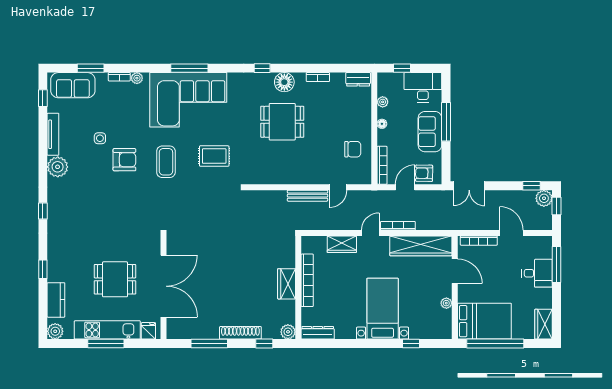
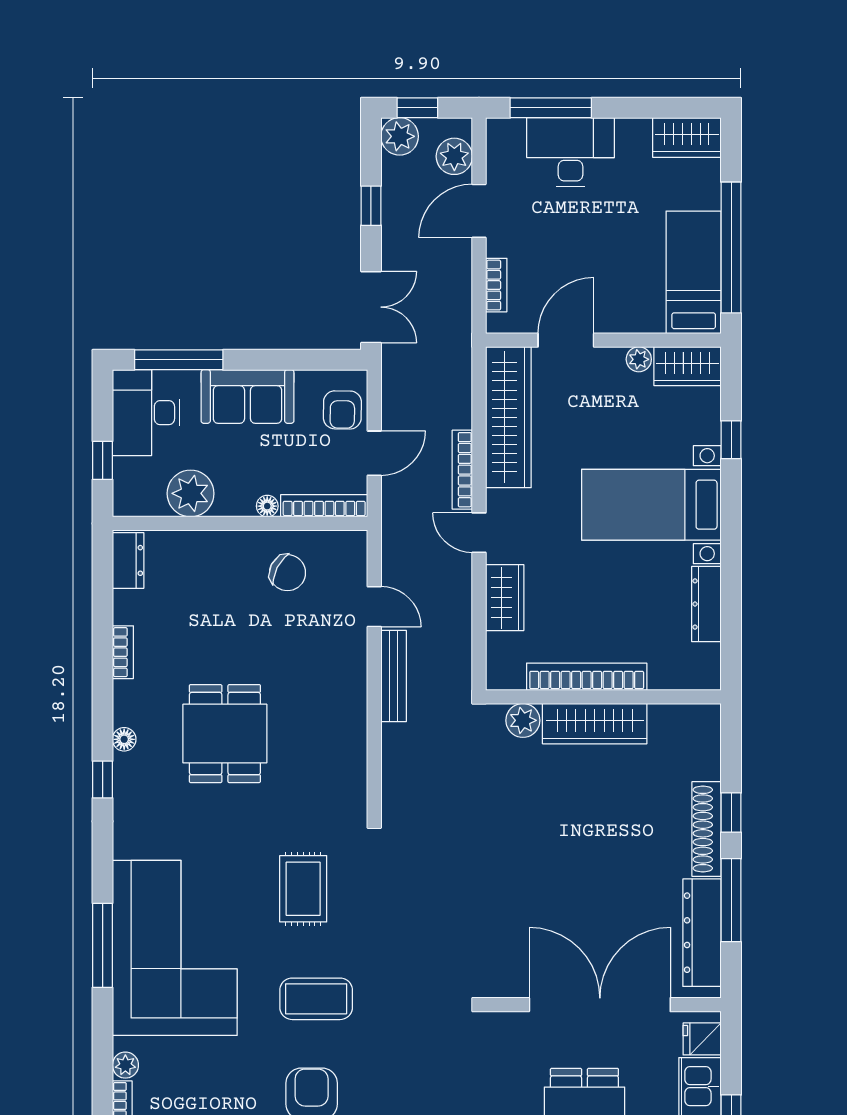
floor lamp: (284, 82) -> (124, 739), width x0.53, depth x0.53
plant: (383, 102) -> (191, 493), width x1.88, depth x1.88
window: (446, 122) -> (179, 360), moved
floor lamp: (382, 124) -> (267, 506), moved
chair: (353, 149) -> (288, 573), turned 117
window: (532, 186) -> (371, 206), moved
door: (405, 187) -> (374, 453), swing flipped
plant: (535, 222) -> (454, 156), added
bookcase: (479, 241) -> (496, 285), width x0.64
desk: (537, 273) -> (571, 152), width x1.37
wardrobe: (287, 284) -> (595, 724), width x1.50
bed: (484, 321) -> (694, 272), width x0.67
wardrobe: (443, 325) -> (688, 366), added
dresser: (195, 331) -> (702, 933), added
plant: (288, 332) -> (523, 720), moved
dresser: (318, 333) -> (706, 604), moved
window: (264, 344) -> (731, 813), moved

